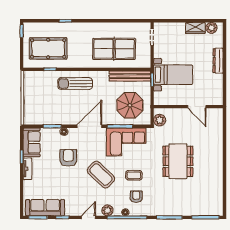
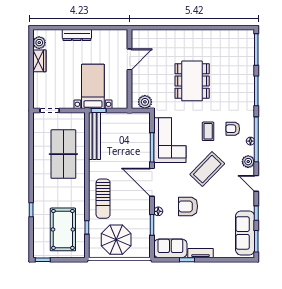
parasol: (130, 105) -> (116, 240), moved
dining table: (178, 161) -> (192, 81), turned 90

